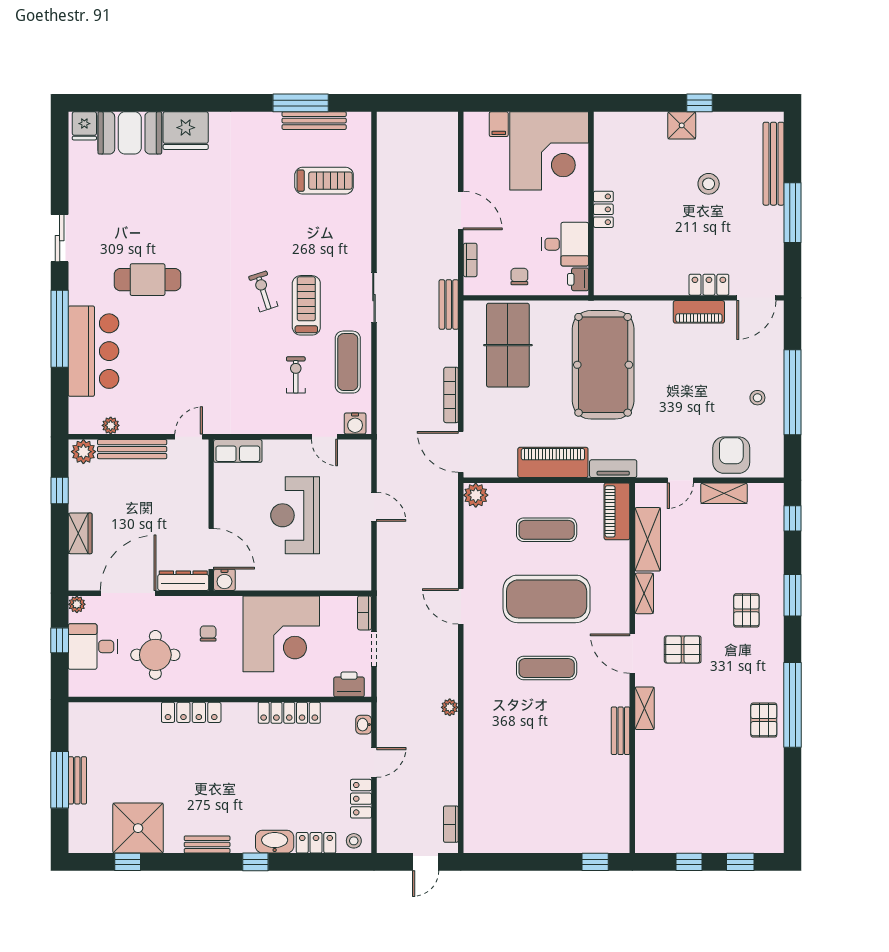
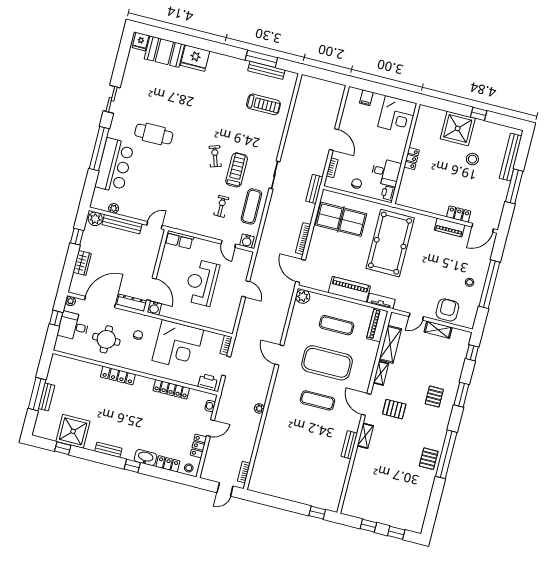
shower: (682, 125) -> (458, 128), width x1.86, depth x1.86
corner desk: (549, 151) -> (397, 115), width x0.74, depth x0.74
table tennis table: (508, 345) -> (341, 219), turned 90

